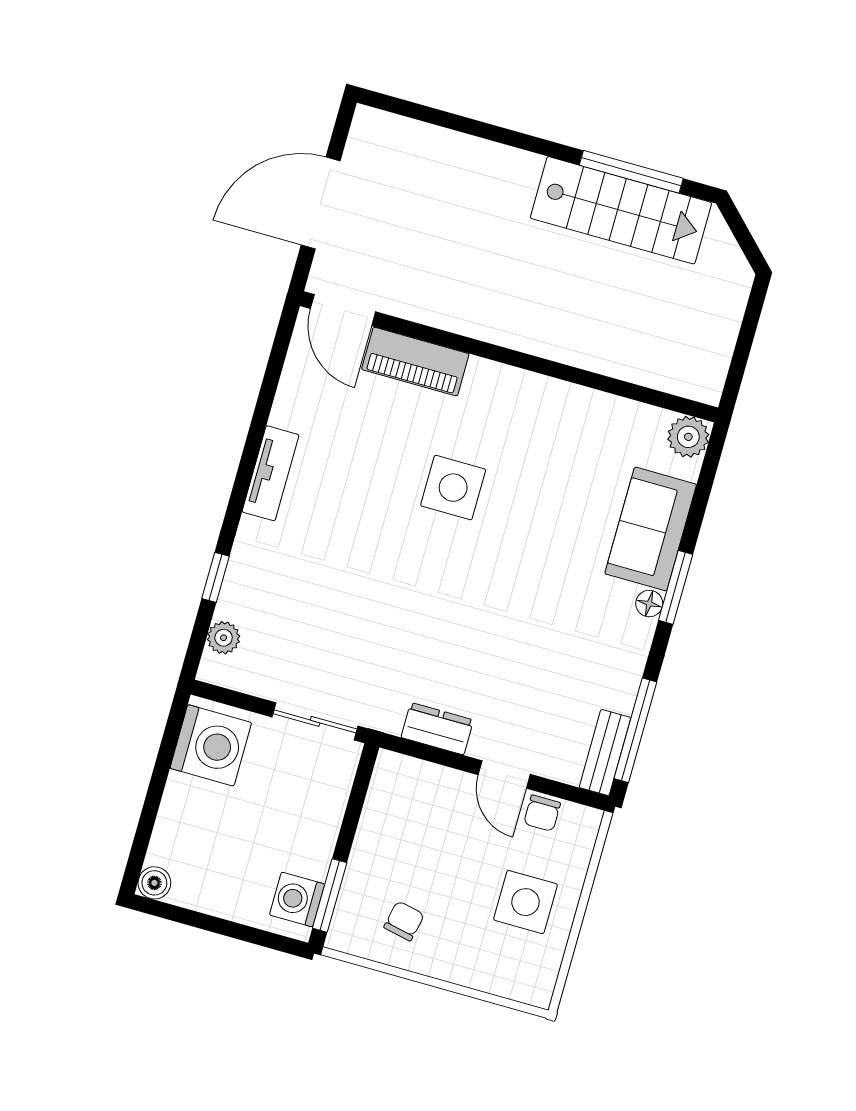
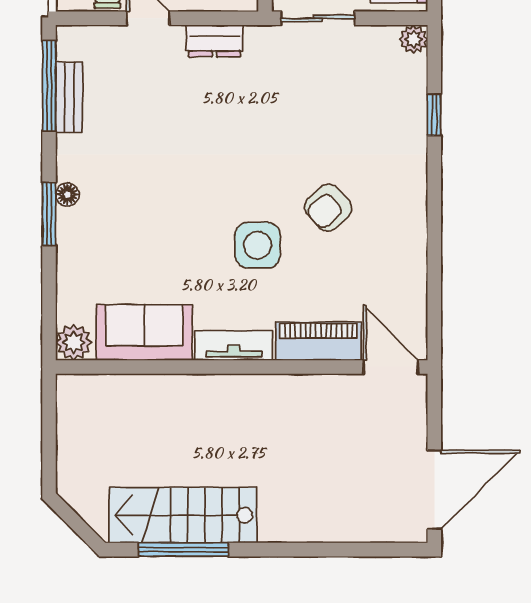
door: (321, 203) -> (434, 490), moved
tv unit: (271, 473) -> (234, 346), moved, turned 90
armchair: (363, 507) -> (328, 208), added
sofa: (651, 529) -> (144, 333), moved, turned -90
plant: (224, 638) -> (413, 39), moved
bench: (605, 753) -> (69, 97), moved

